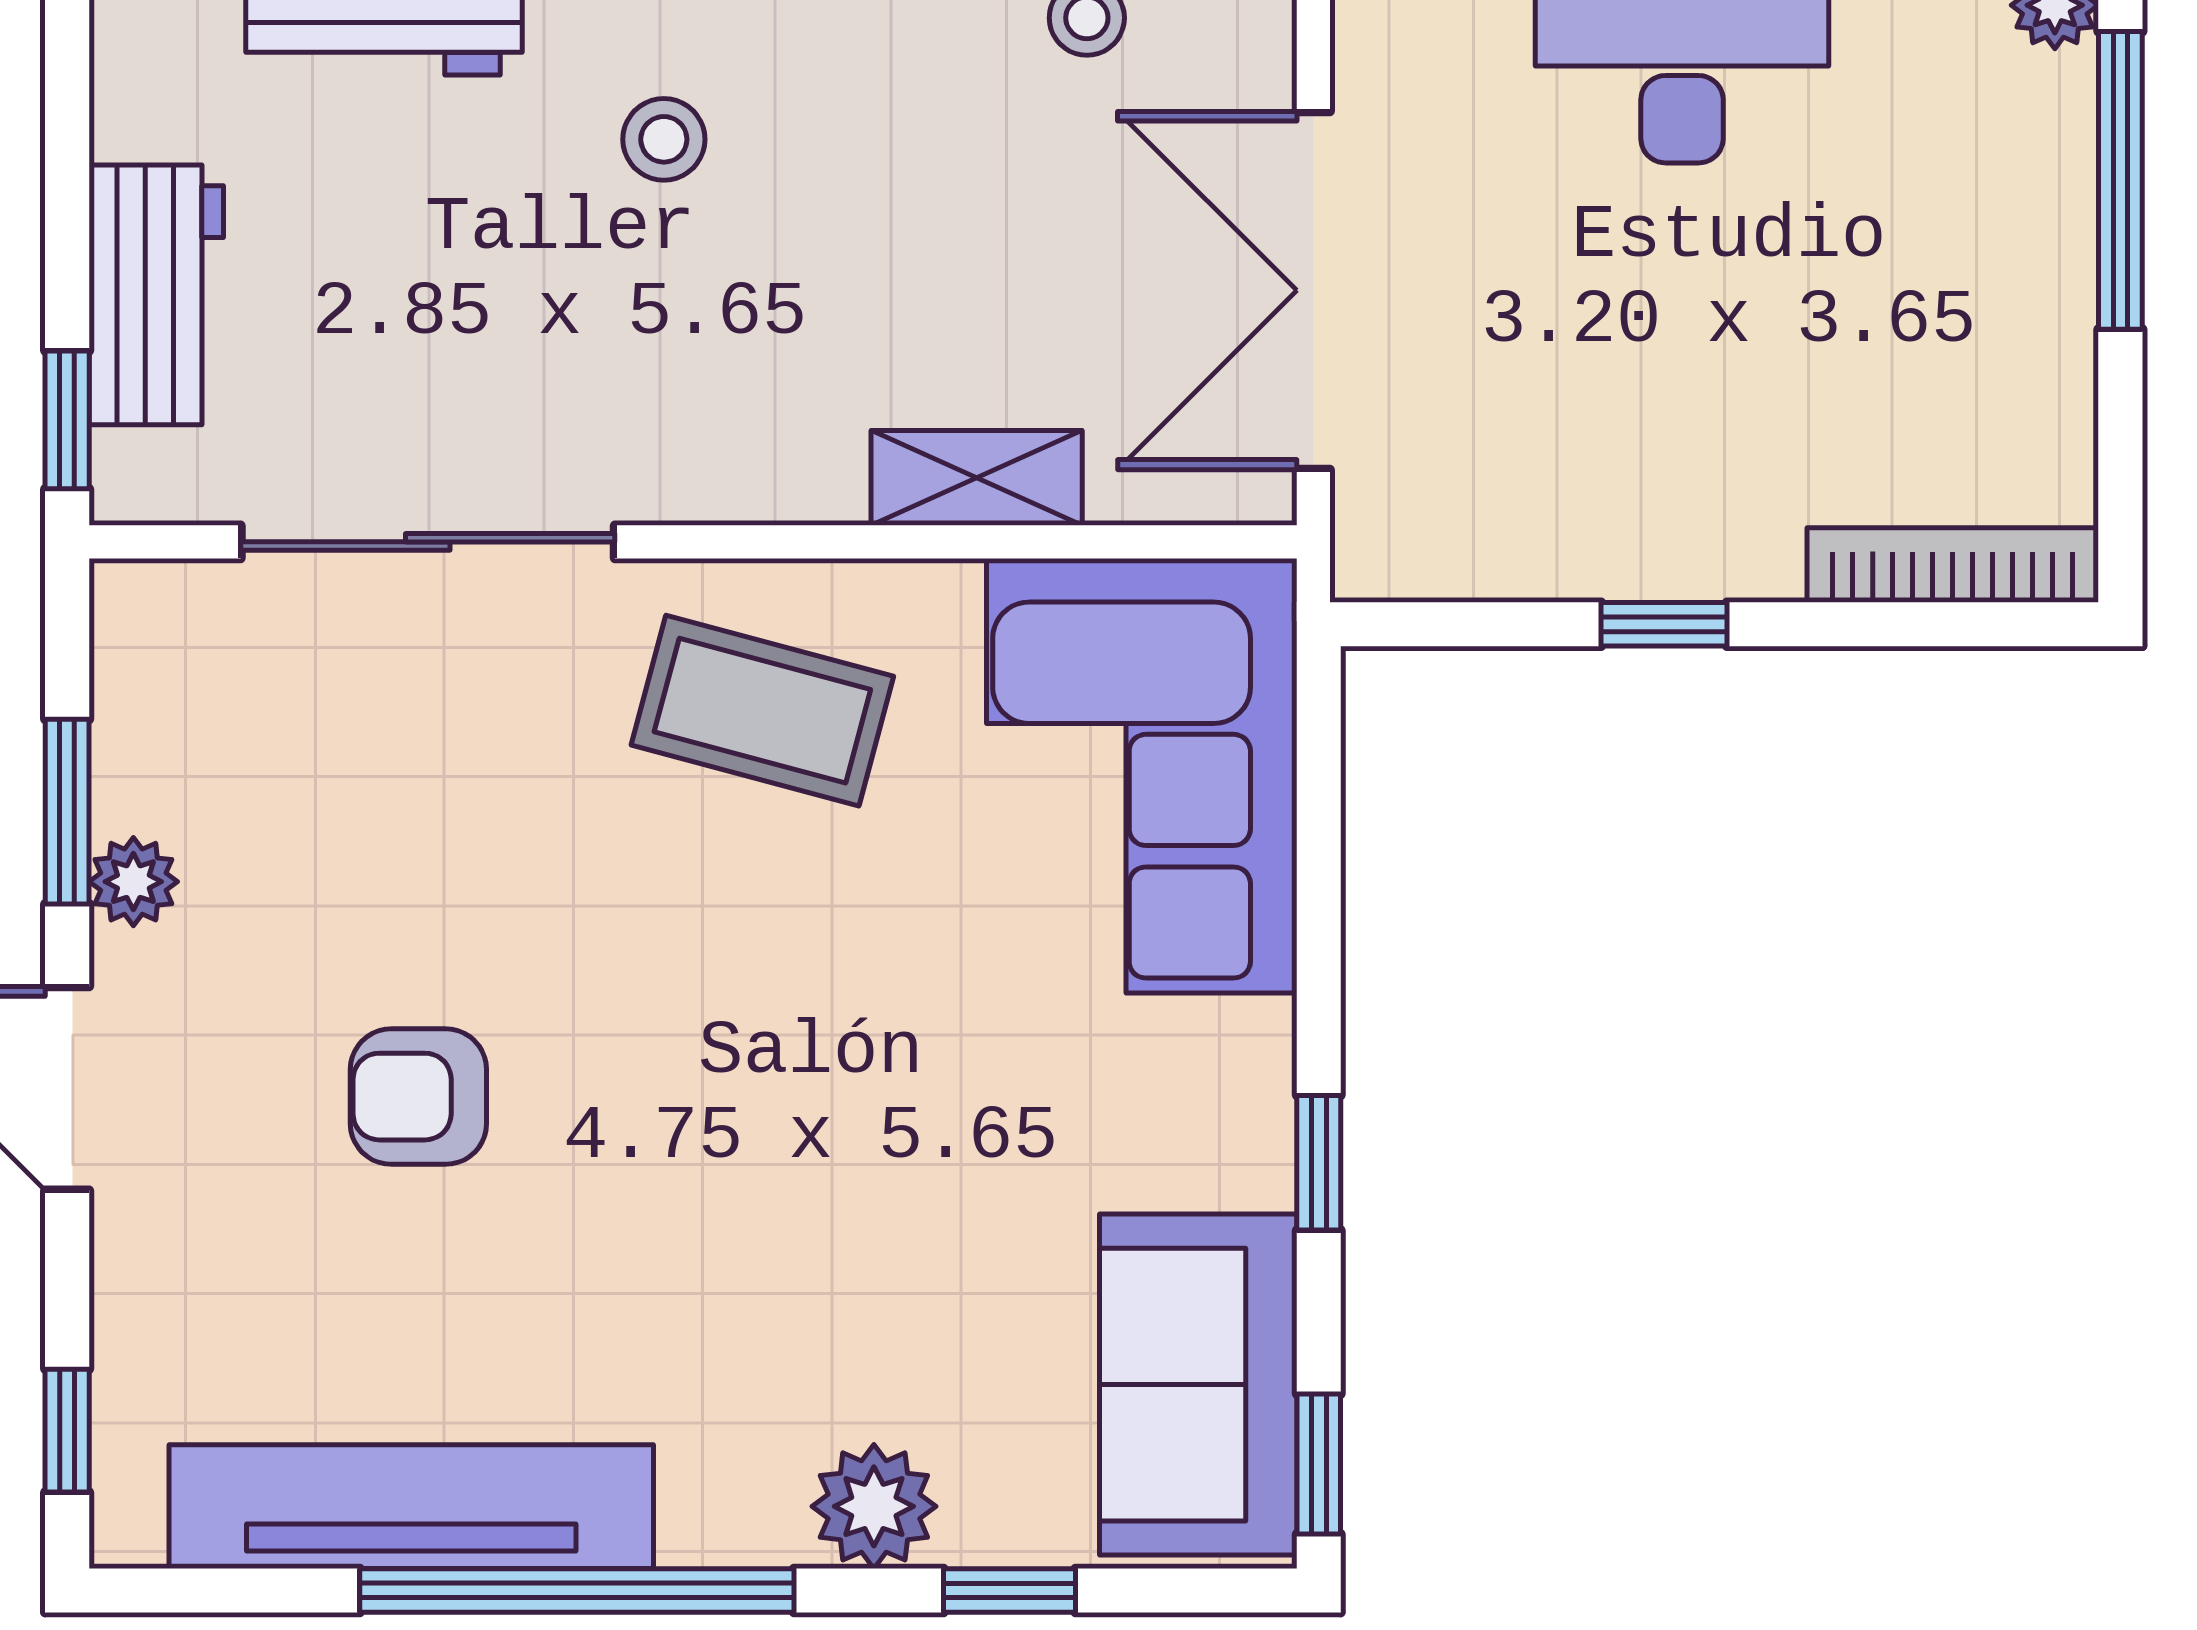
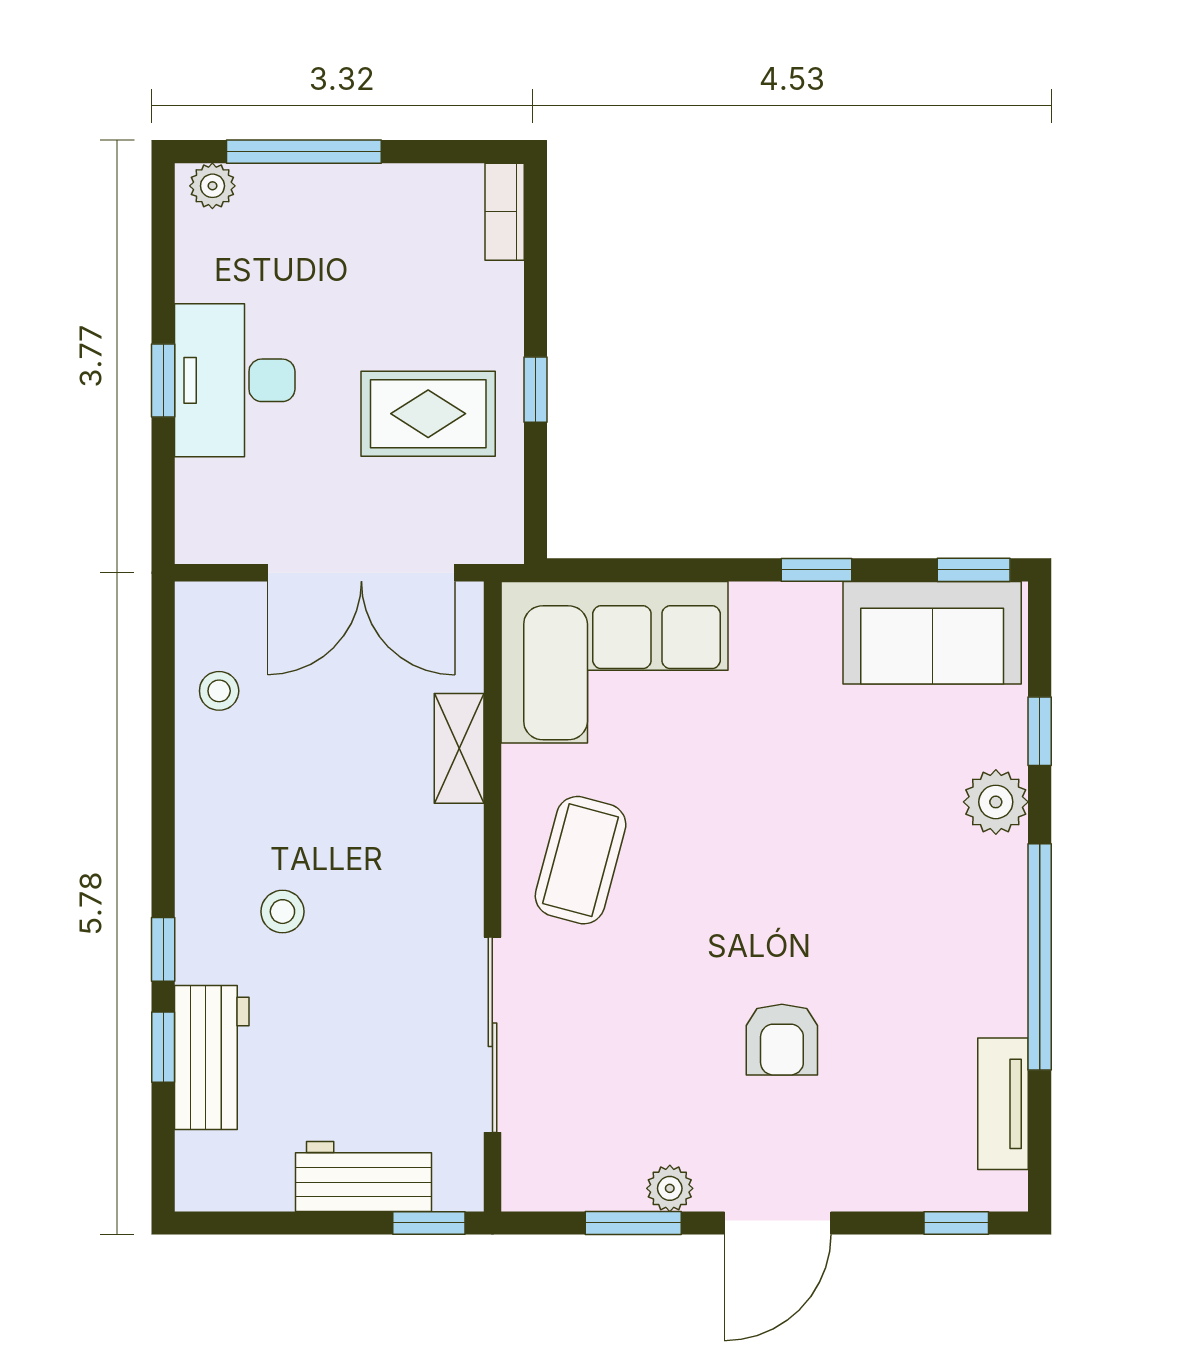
rug: (1618, 419) -> (428, 414), added
bookcase: (1953, 565) -> (505, 212), width x0.64
tv unit: (411, 1507) -> (1003, 1104), width x0.52, depth x0.78

